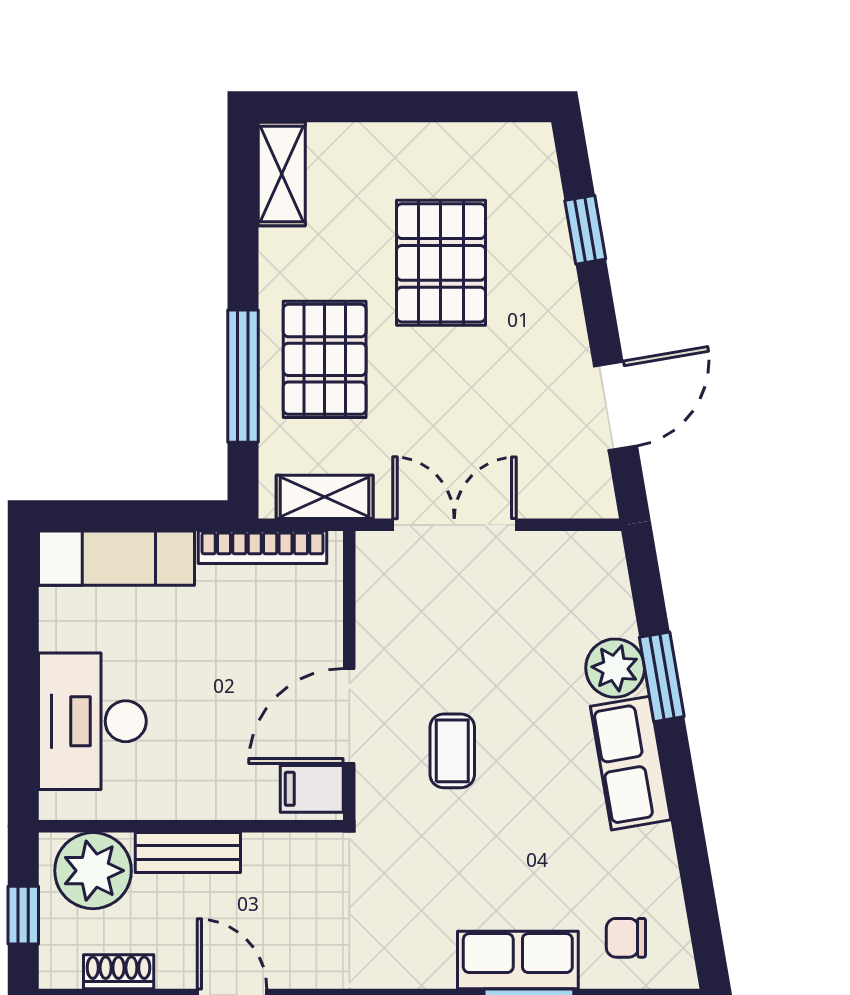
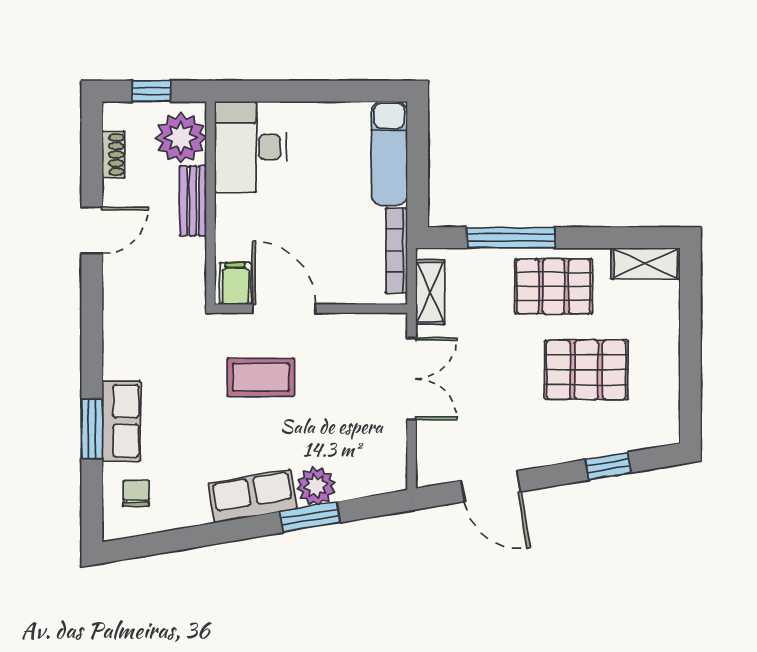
pallet: (325, 359) -> (554, 286), moved
desk: (92, 721) -> (250, 147), moved, turned -90
coffee table: (452, 751) -> (261, 377), width x1.36, depth x1.30

